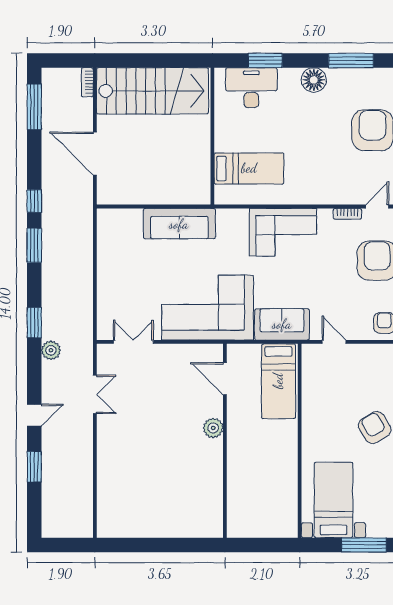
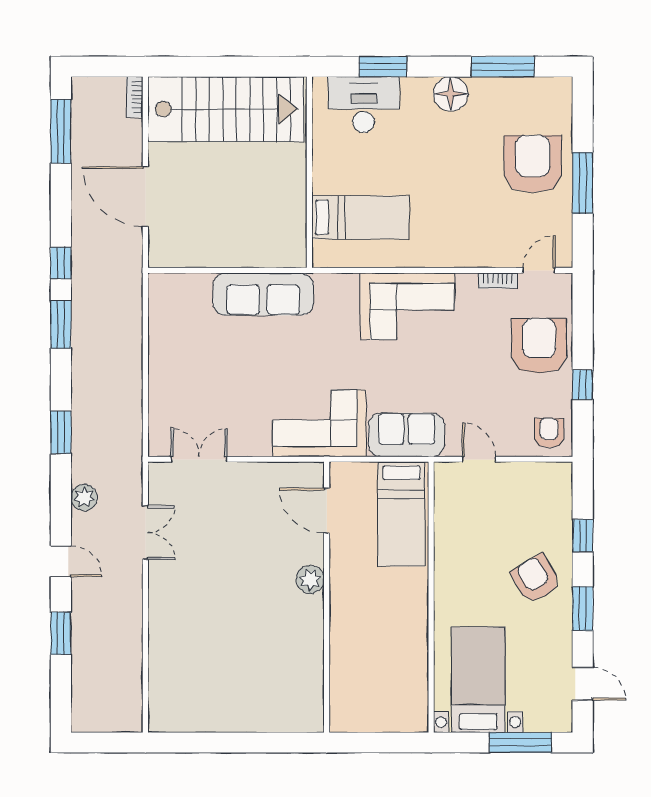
corner sofa: (208, 308) -> (320, 423), width x0.73, depth x0.74
plant: (51, 350) -> (84, 498), moved
door: (34, 415) -> (61, 561), hinge flipped

